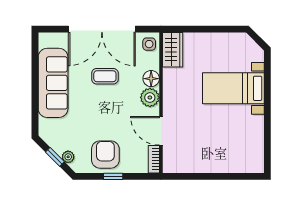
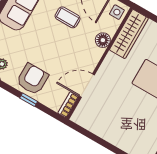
wardrobe: (173, 50) -> (129, 34), width x1.50
plant: (150, 98) -> (93, 54), removed
door: (161, 131) -> (87, 86), hinge flipped

